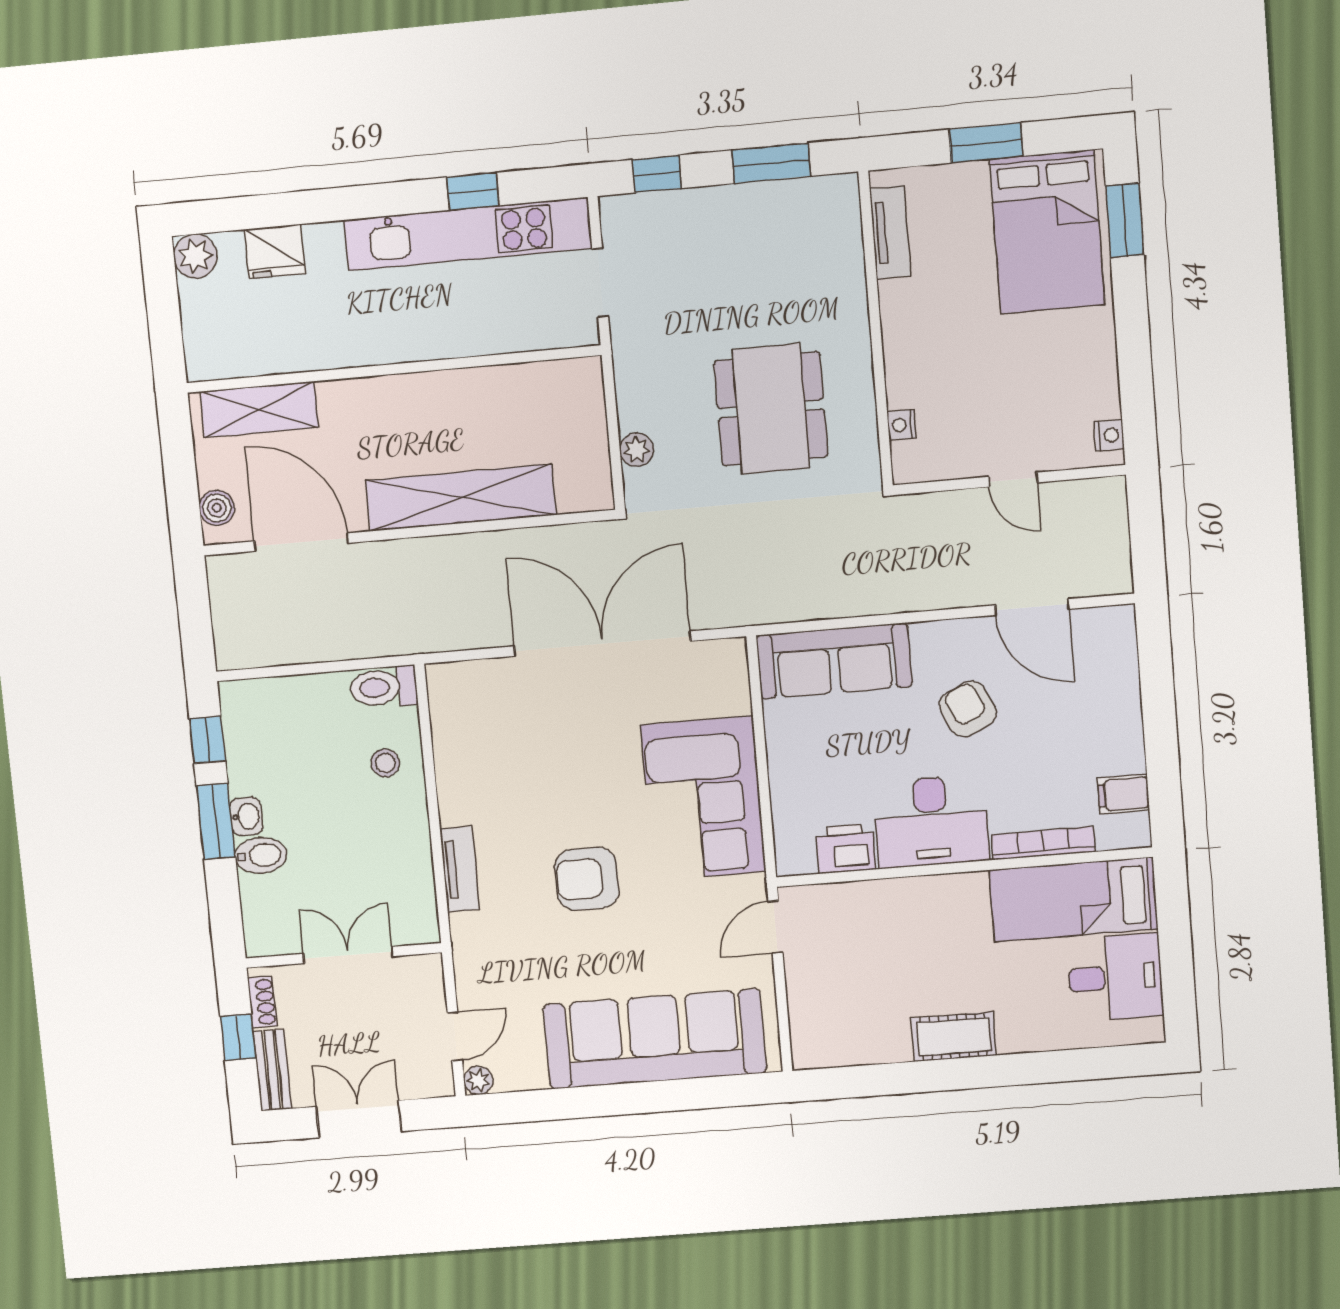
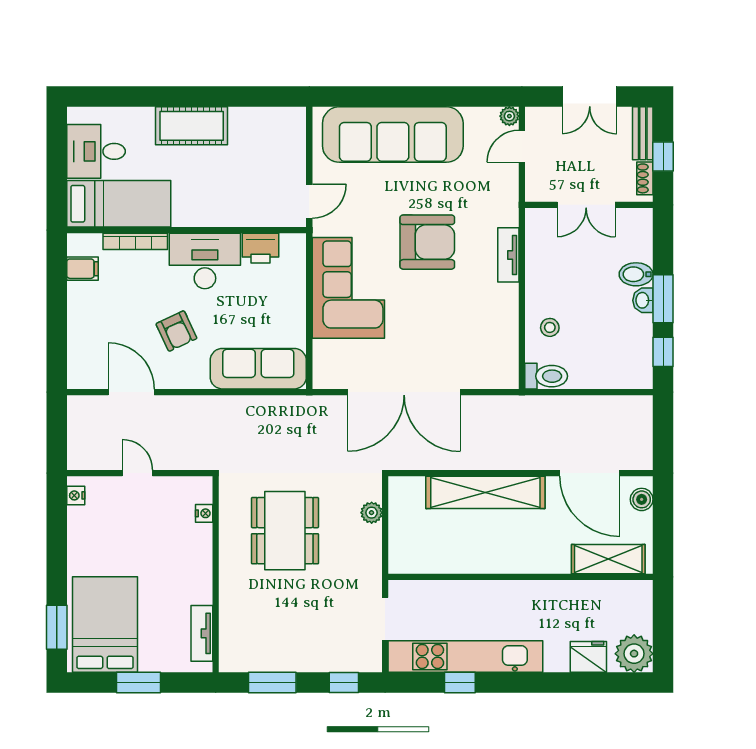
plant: (195, 256) -> (634, 654), width x1.36, depth x1.36
armchair: (587, 879) -> (427, 242), width x1.36, depth x1.36
cot: (954, 1037) -> (192, 126), width x1.37, depth x1.34

